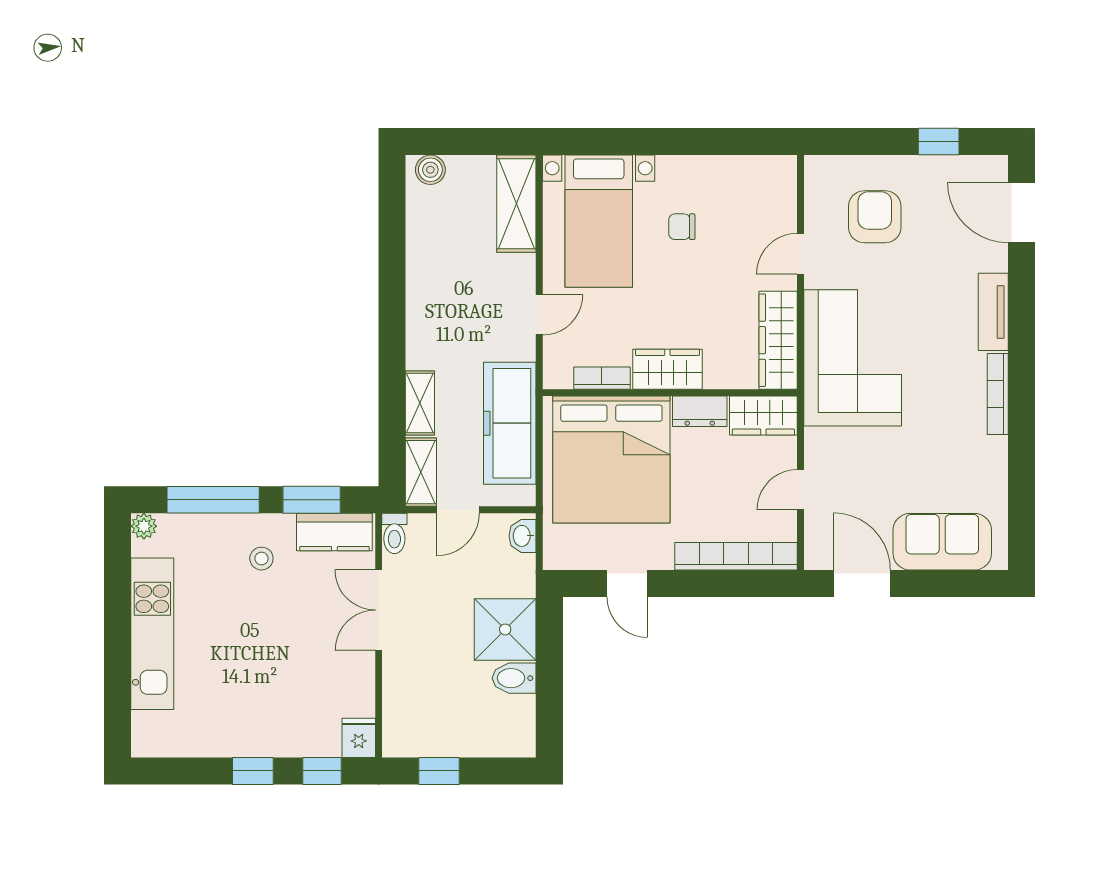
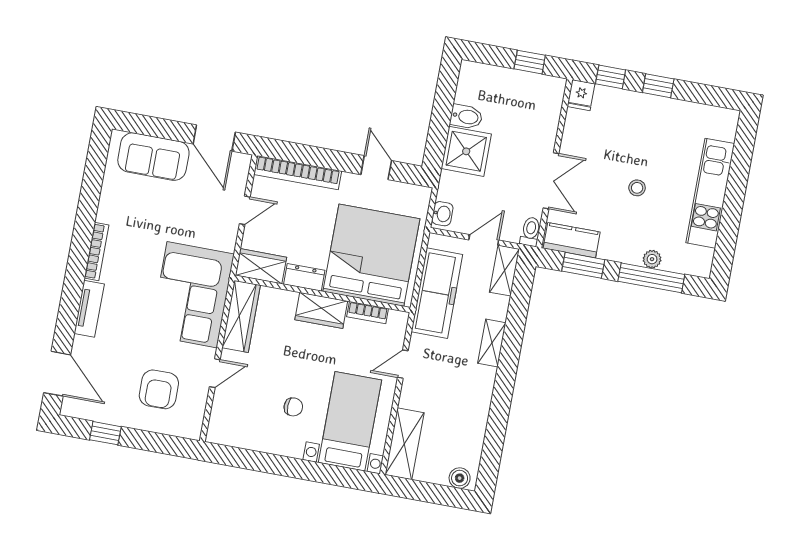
shelving: (420, 403) -> (492, 343), moved
plant: (144, 526) -> (652, 259), moved
stool: (261, 559) -> (637, 188), moved

